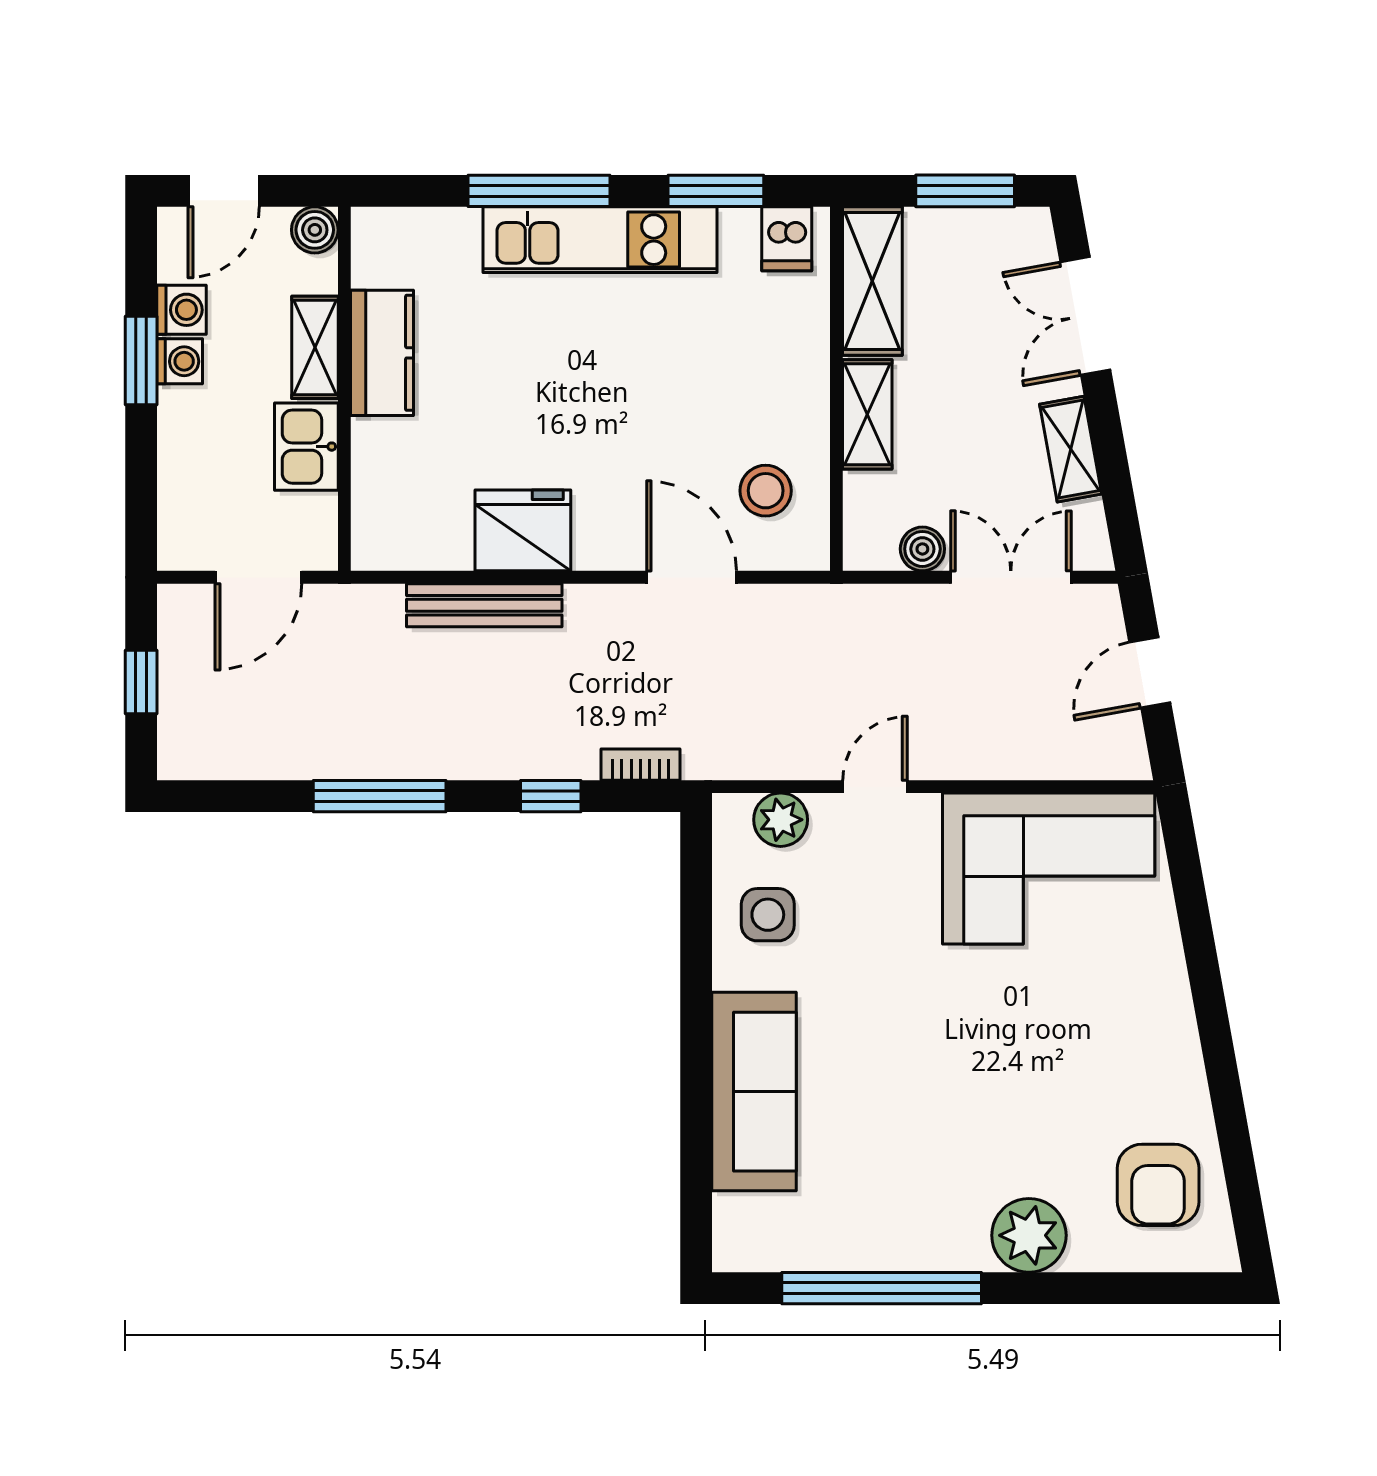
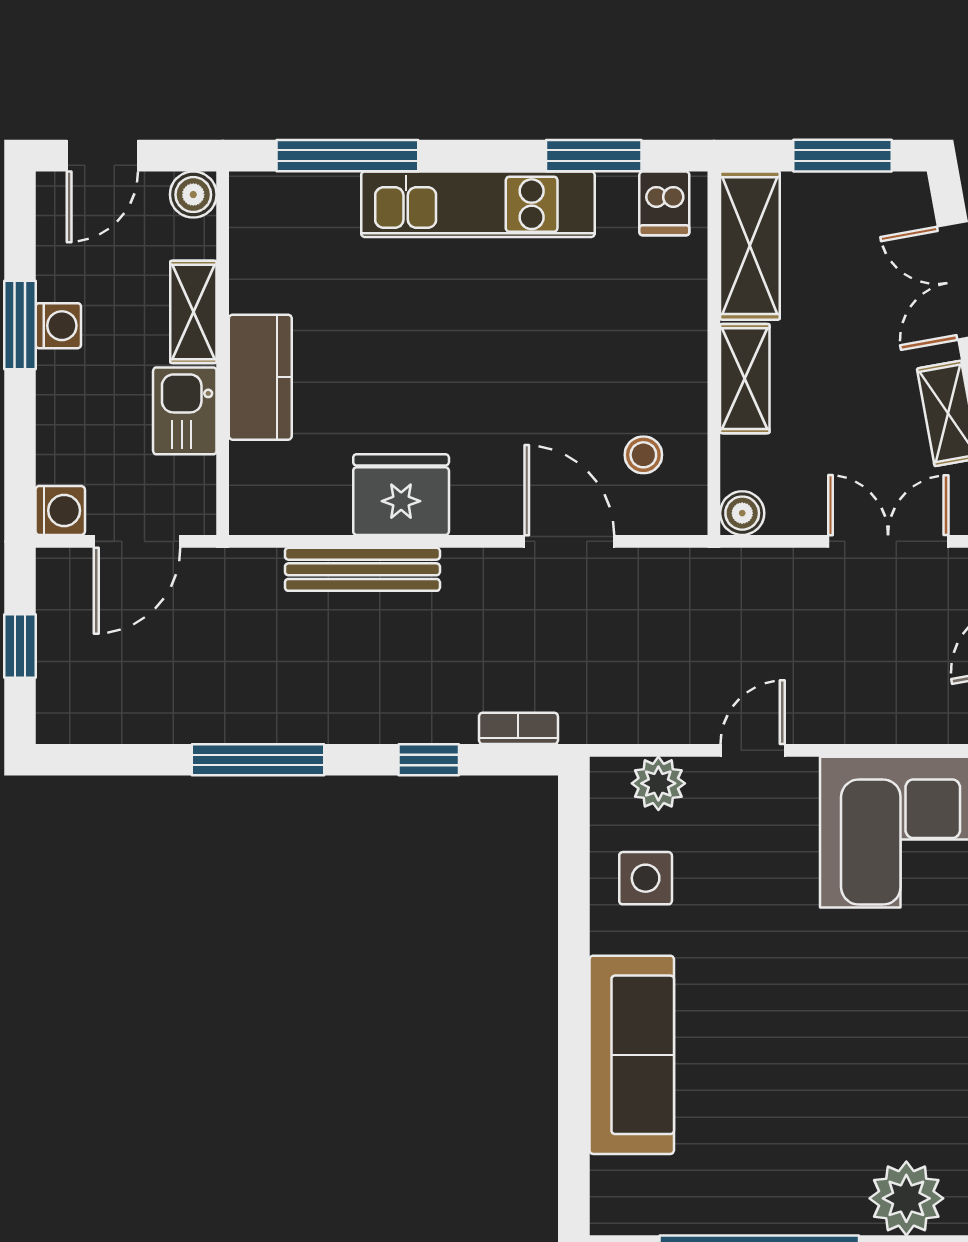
window: (539, 191) -> (347, 156), moved
washing machine: (182, 310) -> (60, 511), moved
kitchen counter: (382, 353) -> (260, 377), moved
stool: (766, 491) -> (643, 455), width x0.73, depth x0.73
boiler: (922, 549) -> (742, 513), moved

